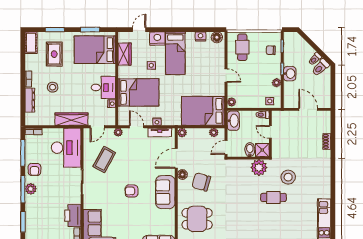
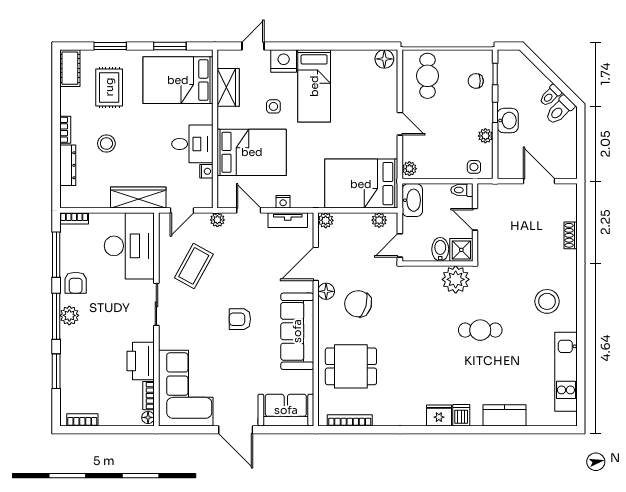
nightstand: (201, 36) -> (357, 58), removed
stool: (288, 177) -> (547, 301), moved
sofa: (165, 192) -> (297, 331), width x1.36

